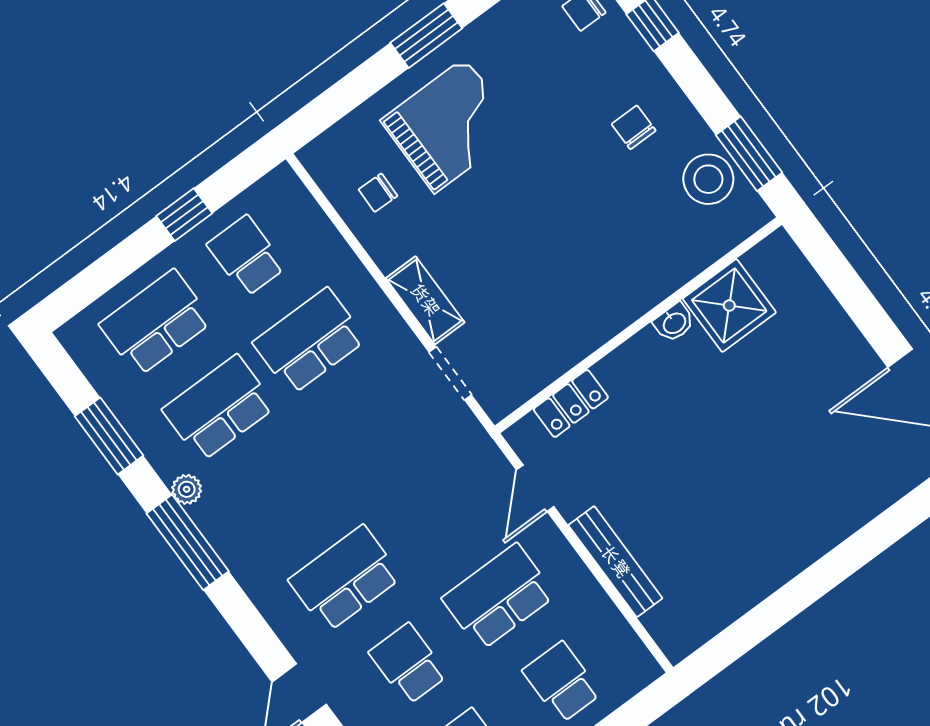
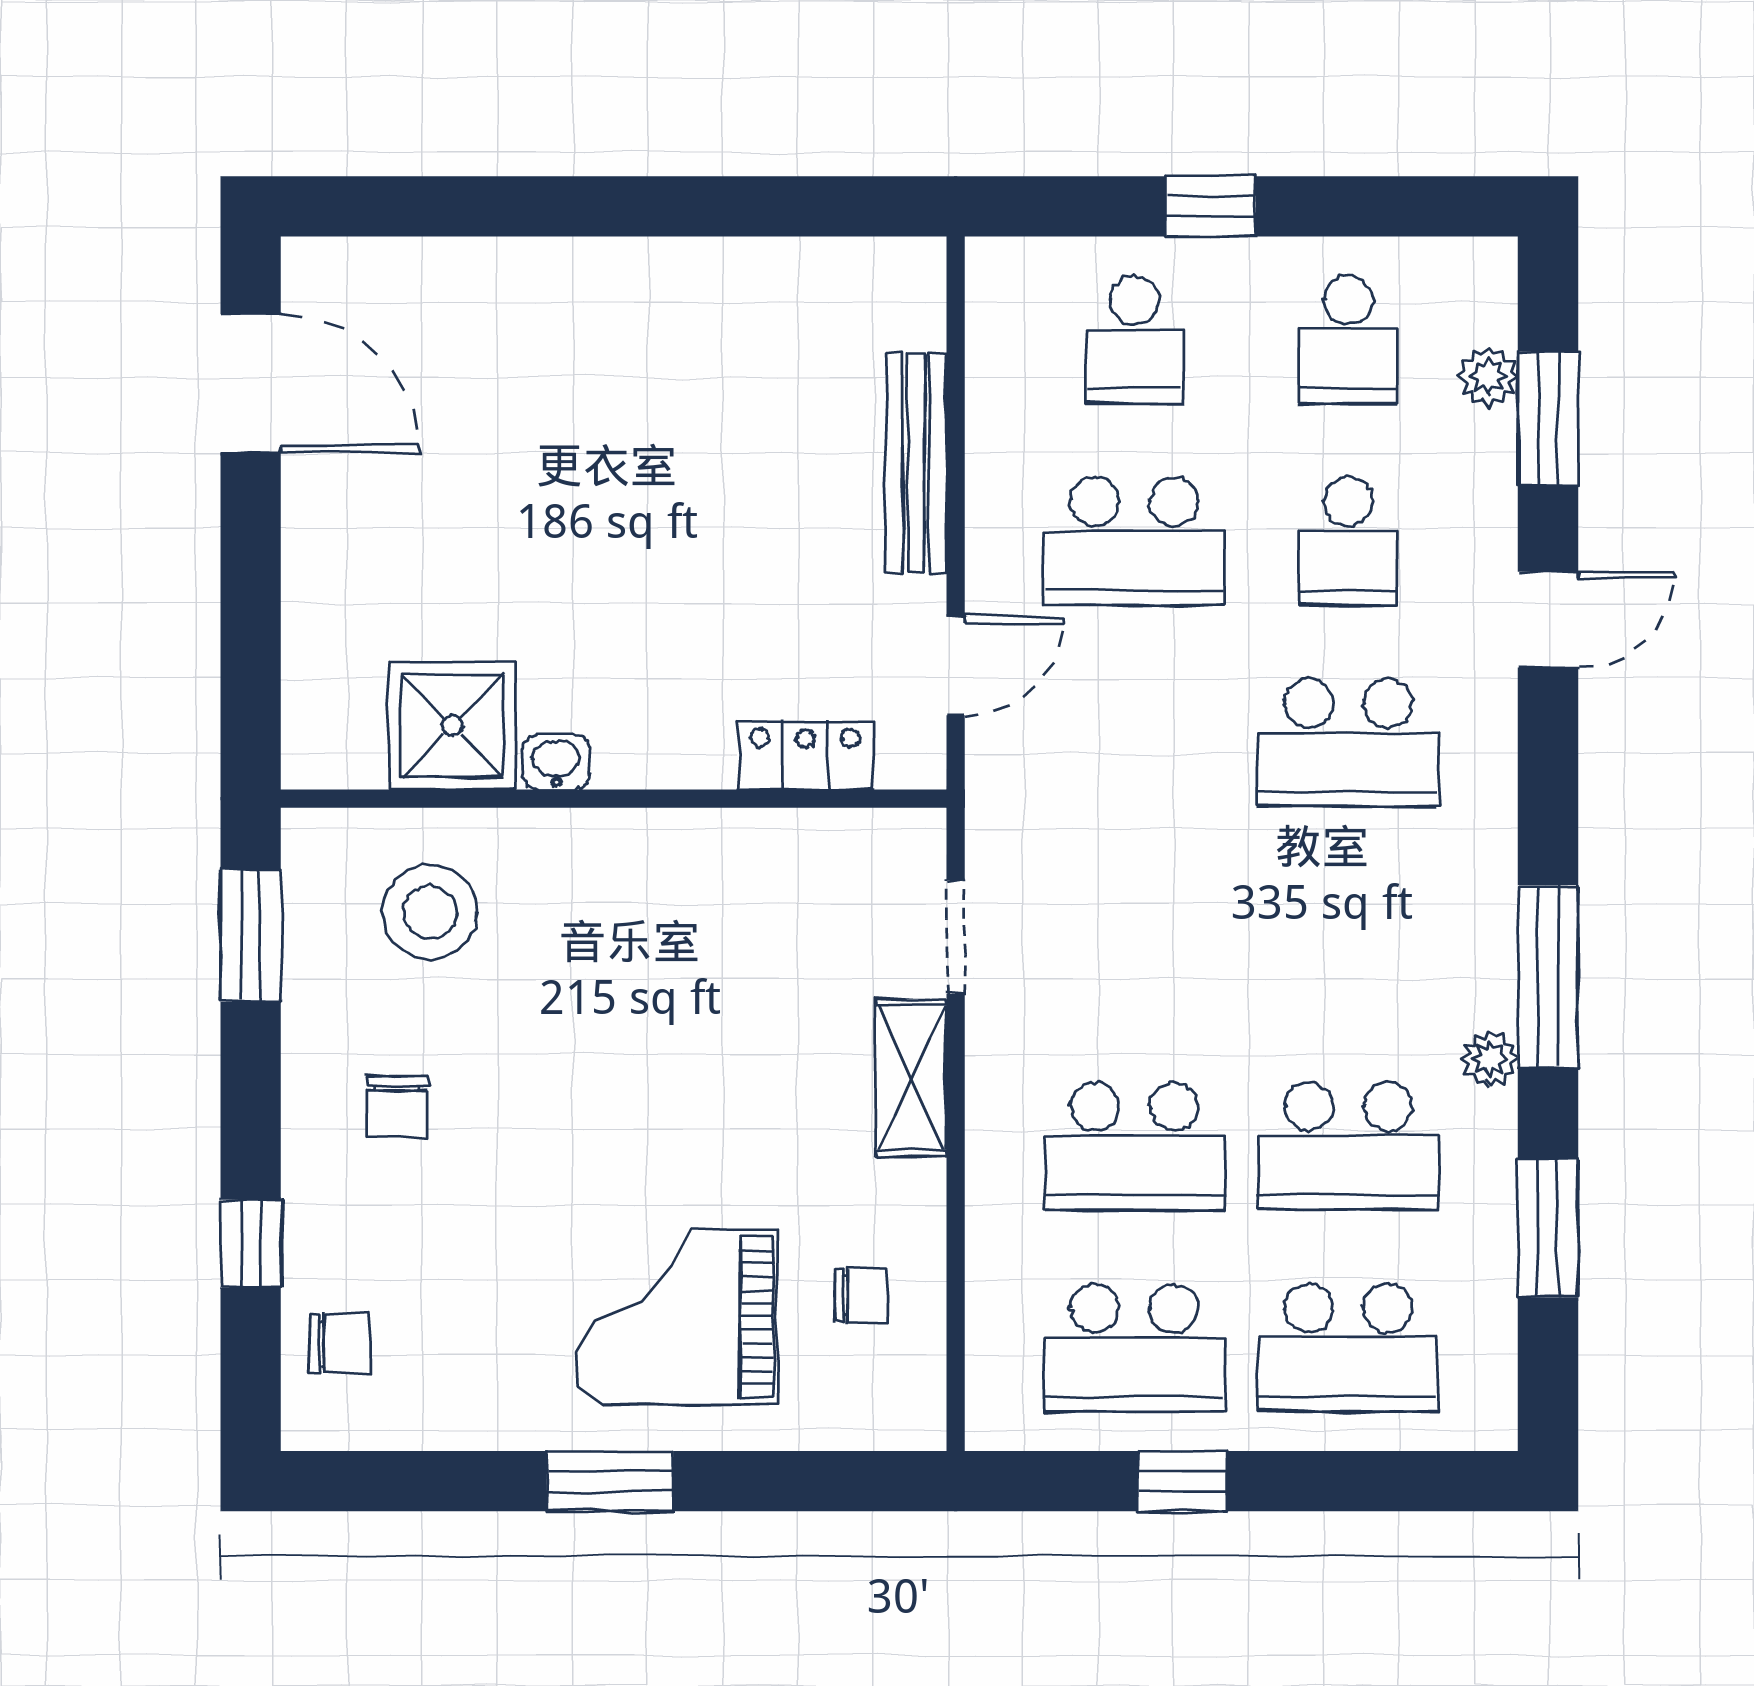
stool: (708, 179) -> (430, 912), moved
school desk: (246, 256) -> (1134, 1348), width x1.85

